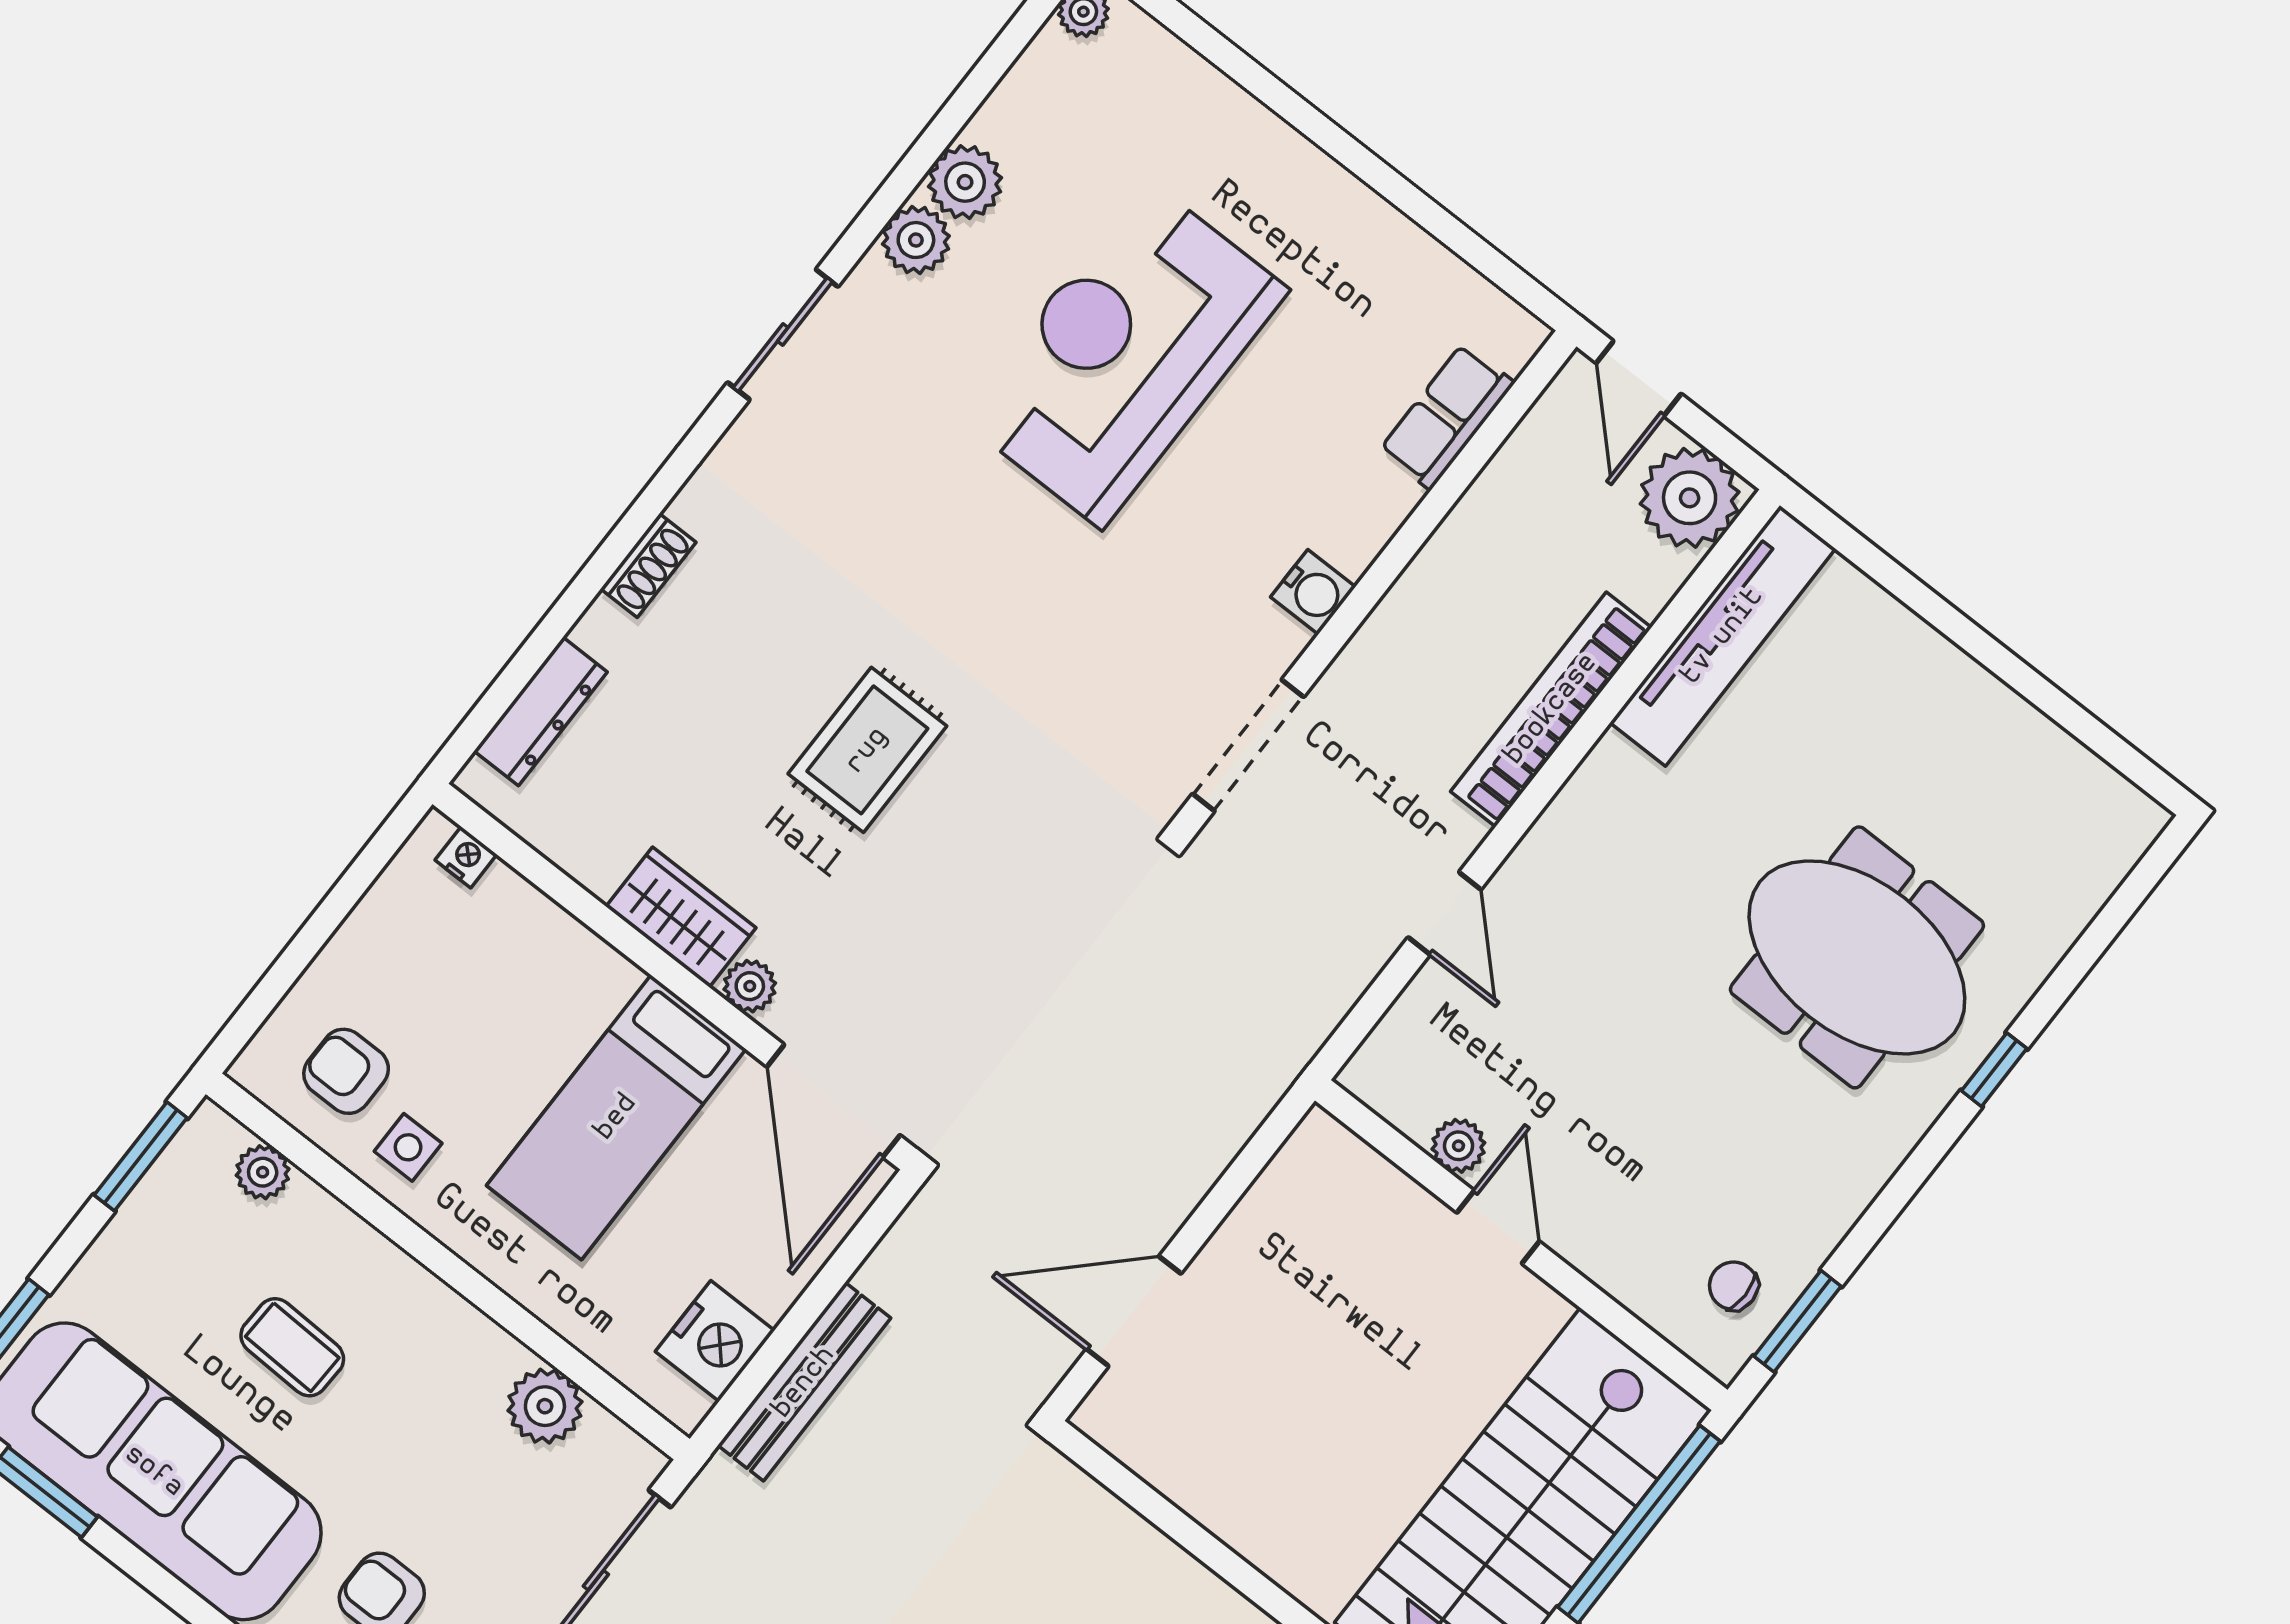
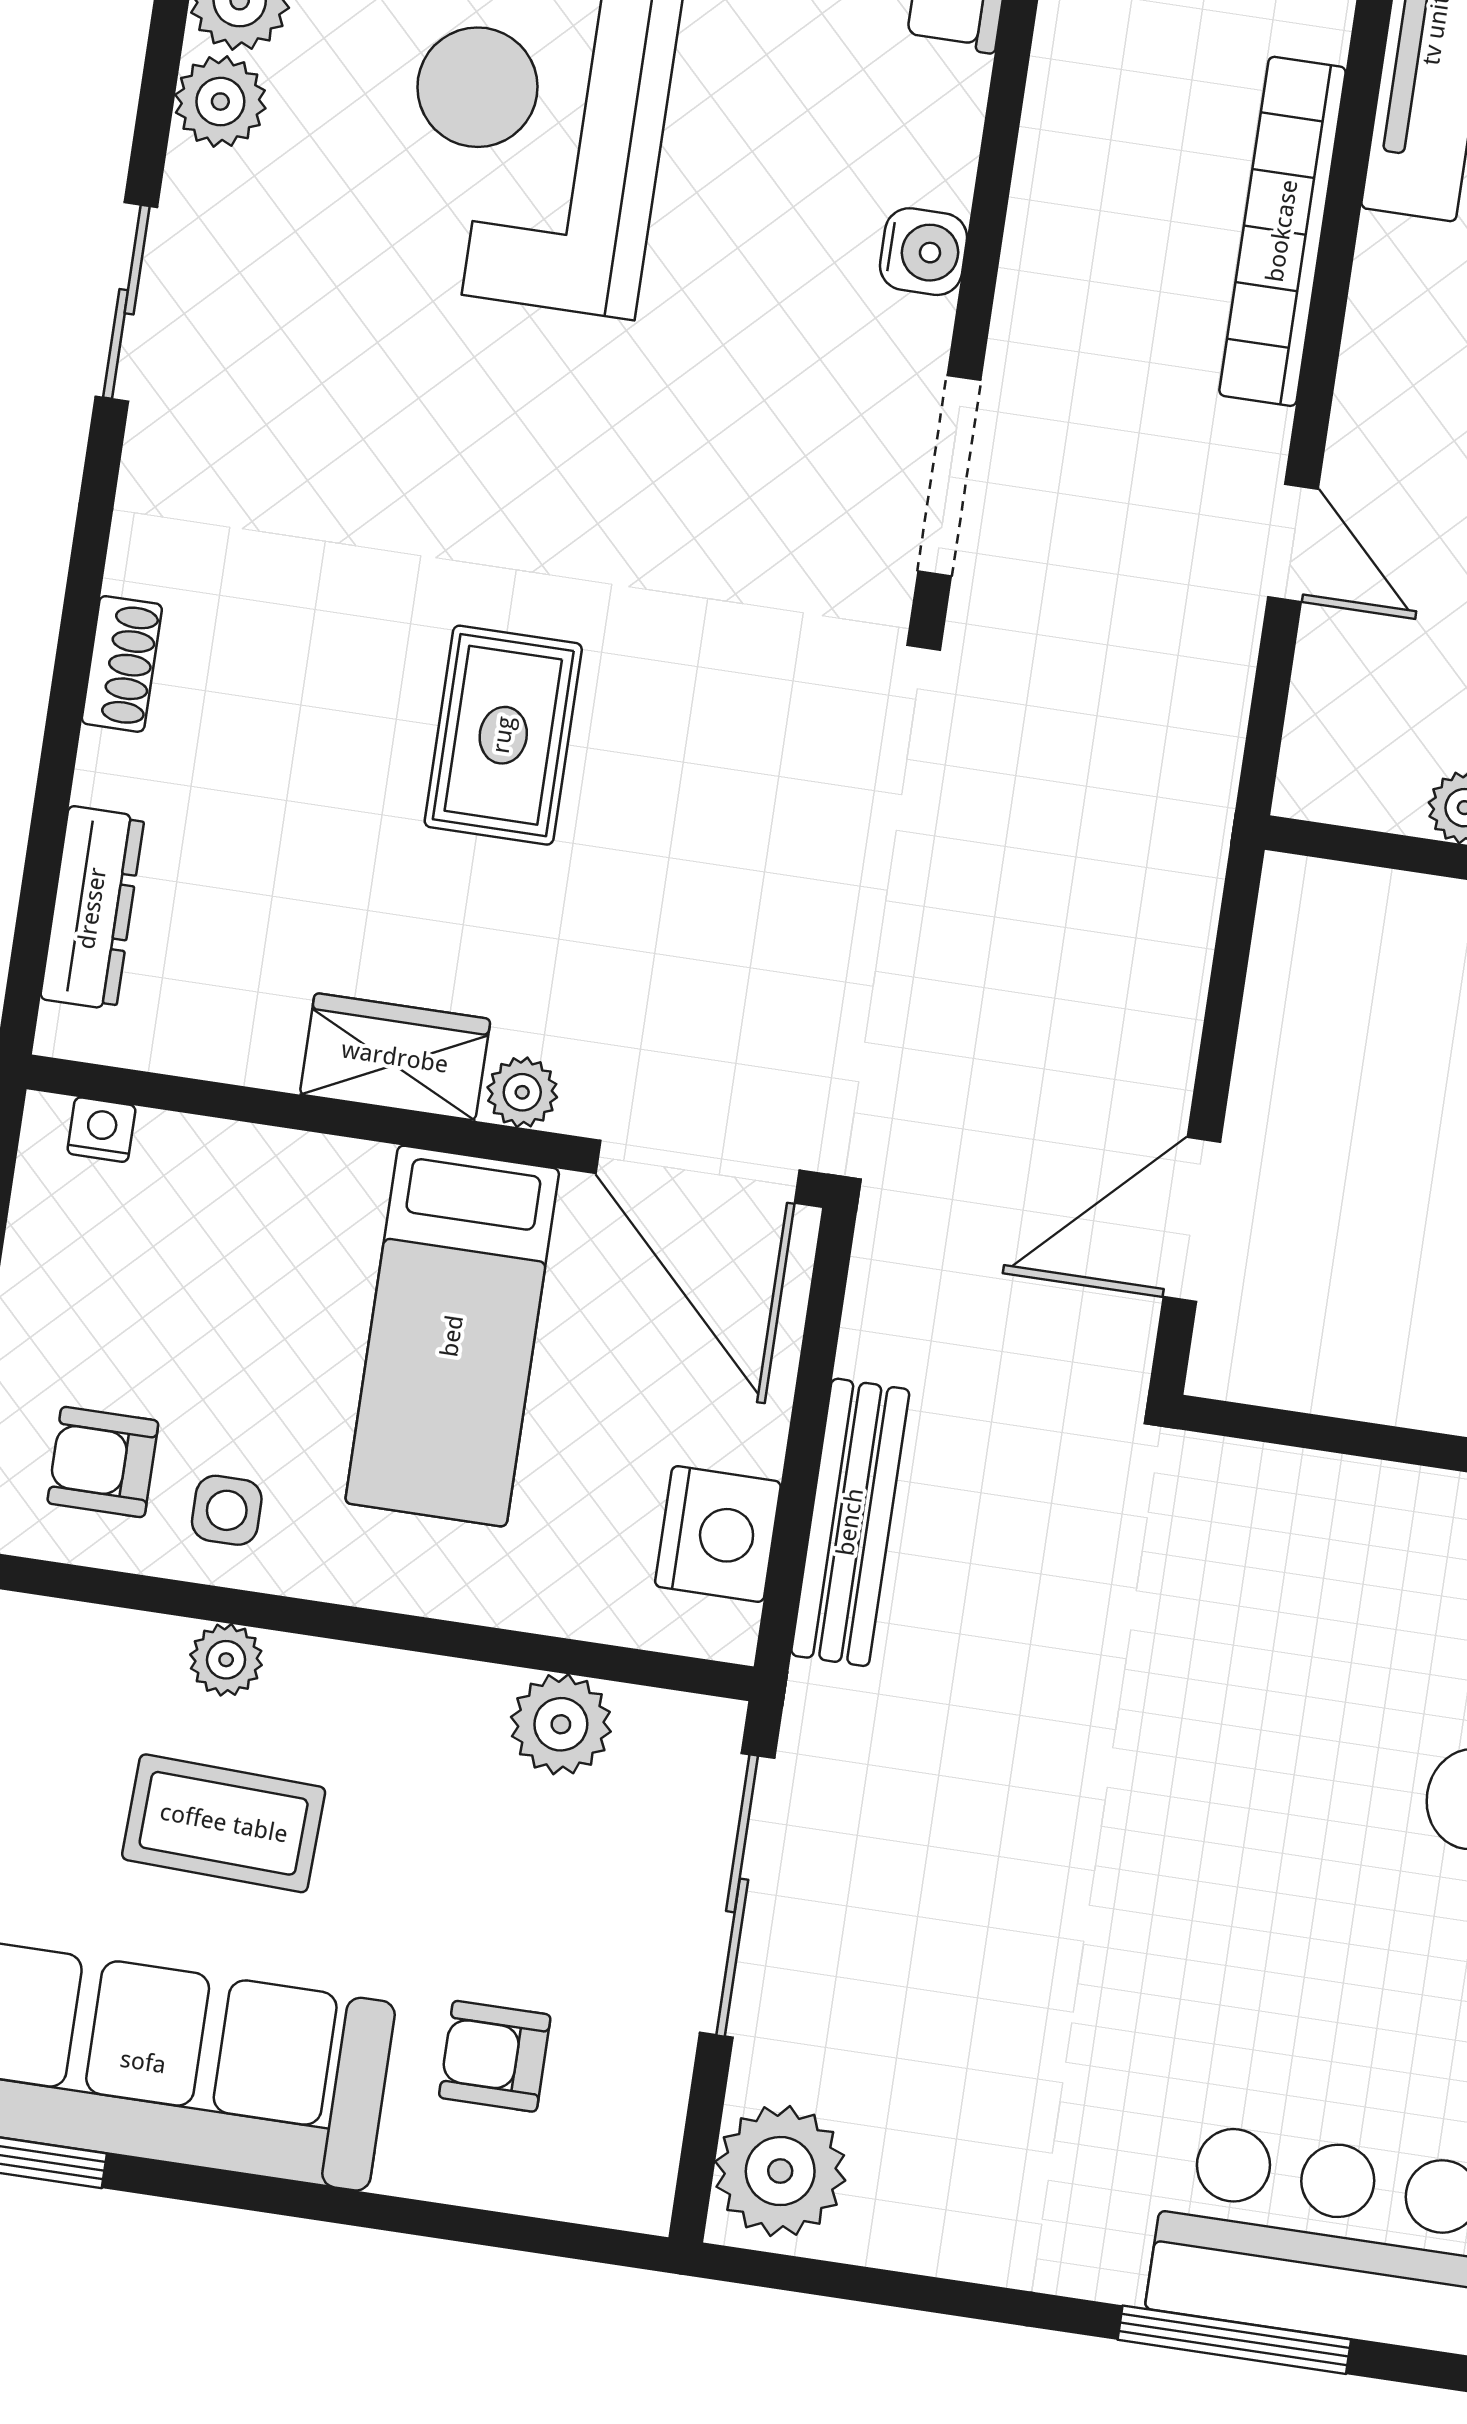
plant: (263, 1172) -> (226, 1660), moved
coffee table: (292, 1347) -> (224, 1823), width x1.36, depth x1.30

